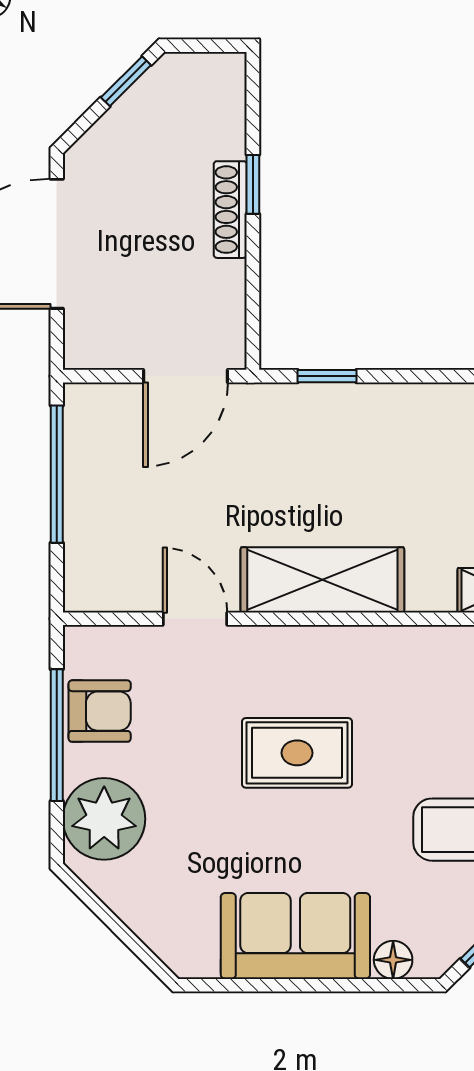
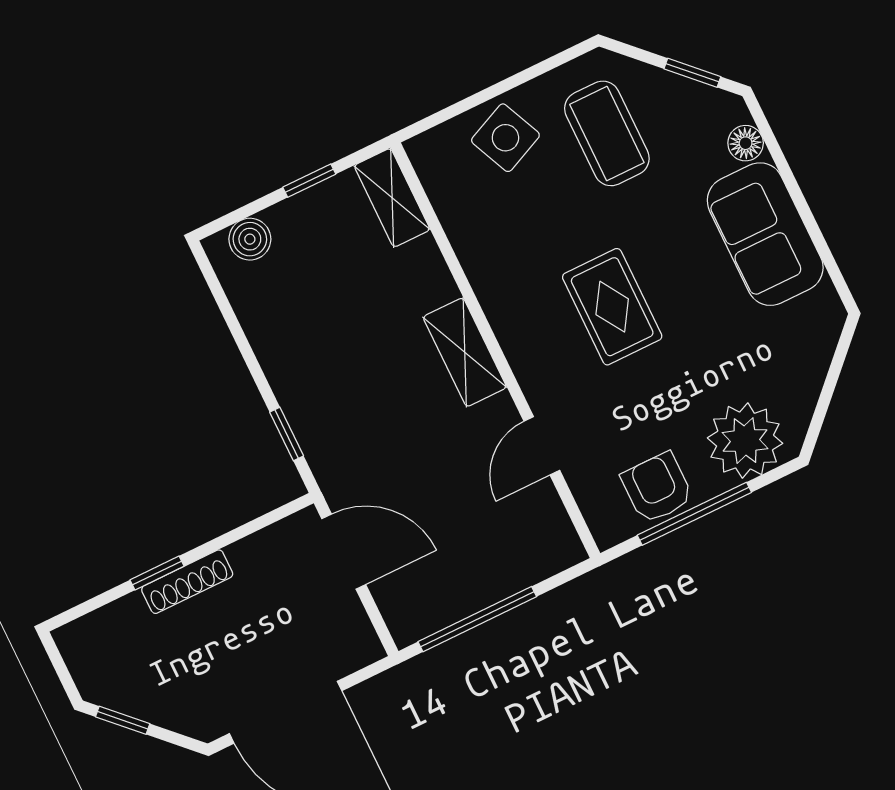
shelving: (322, 580) -> (465, 352), width x0.67, depth x0.75

